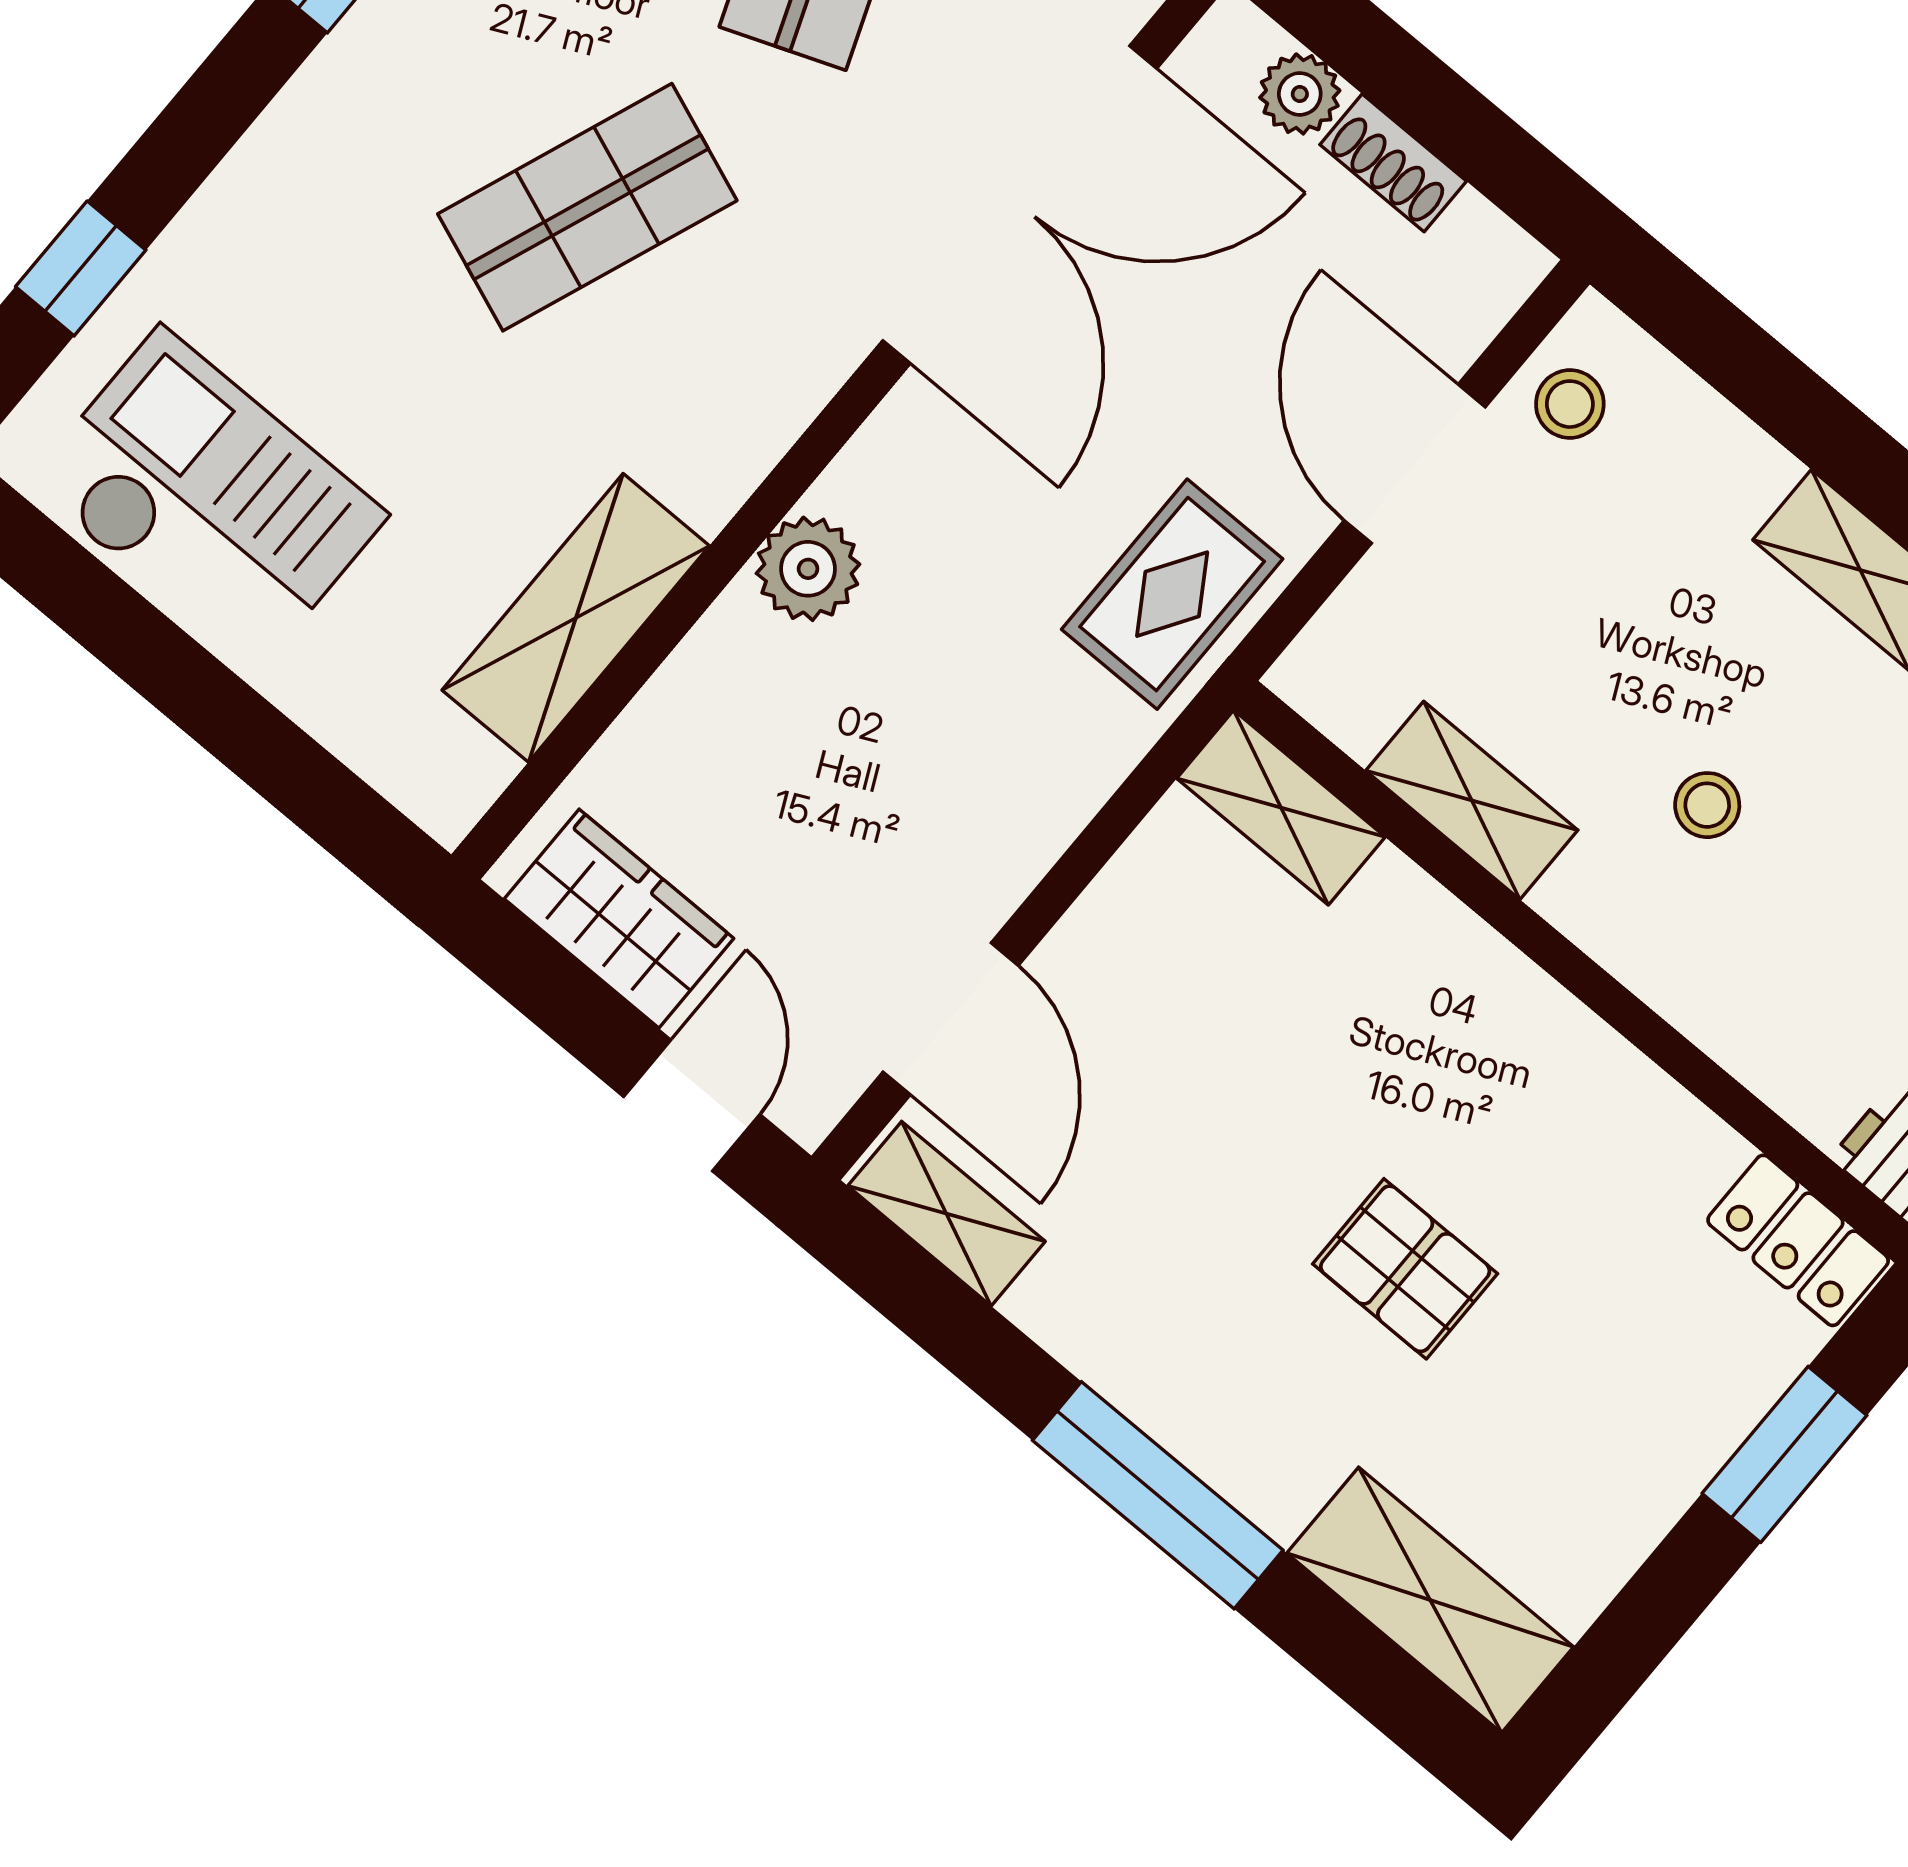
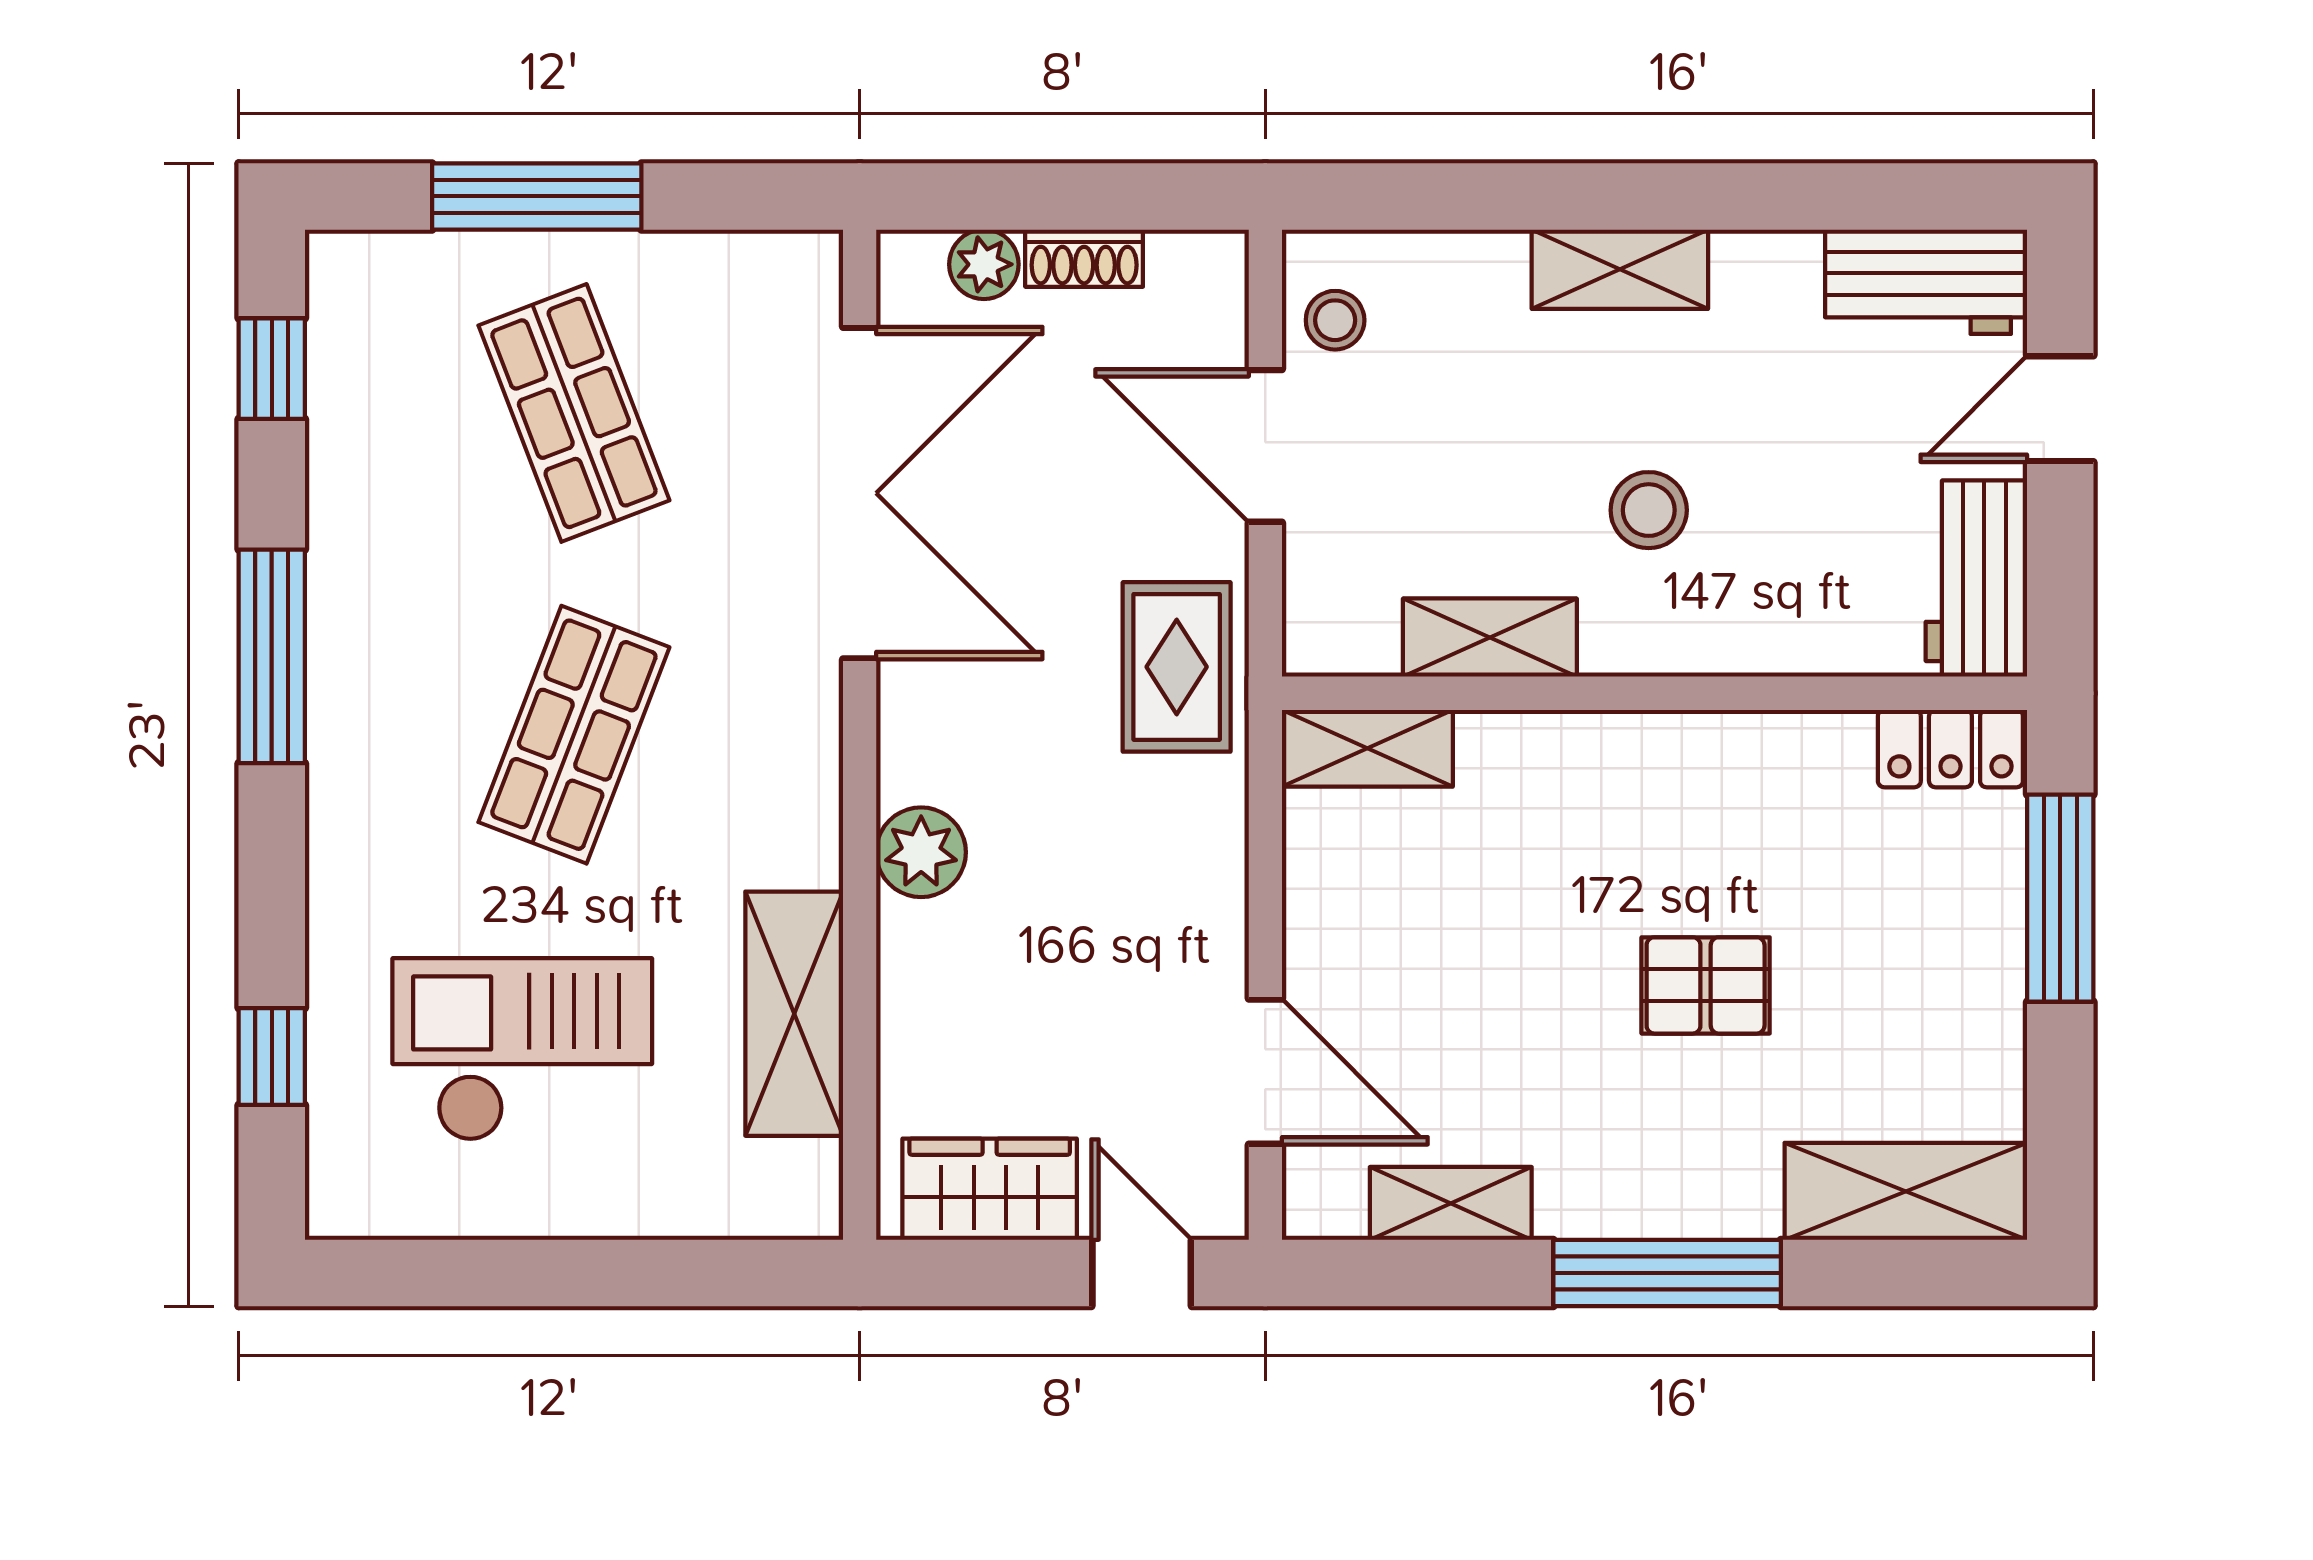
checkout: (208, 499) -> (522, 1049), moved
stool: (1707, 805) -> (1649, 510), width x1.37, depth x1.37
shelving: (946, 1214) -> (1451, 1203), moved
window: (1784, 1454) -> (2060, 898), width x1.44

